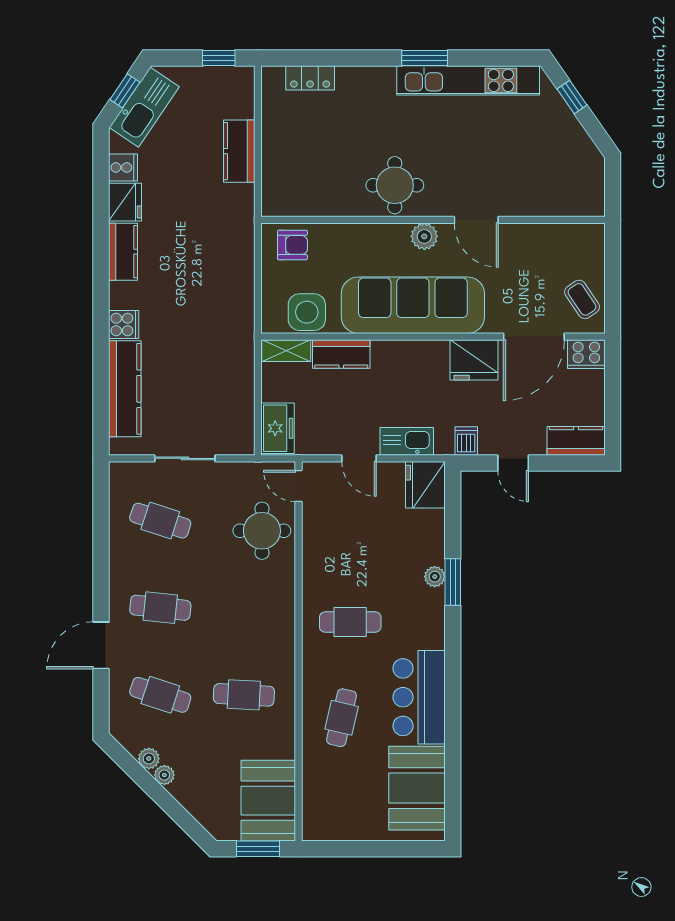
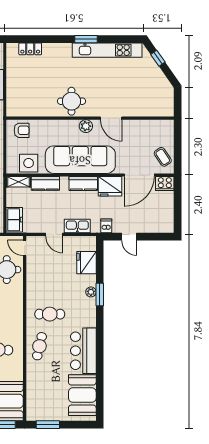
kitchen counter: (576, 441) -> (83, 184), moved, turned 180
fridge: (425, 485) -> (86, 263), moved
cafe table: (342, 718) -> (39, 346), moved
window: (346, 849) -> (48, 425), added

